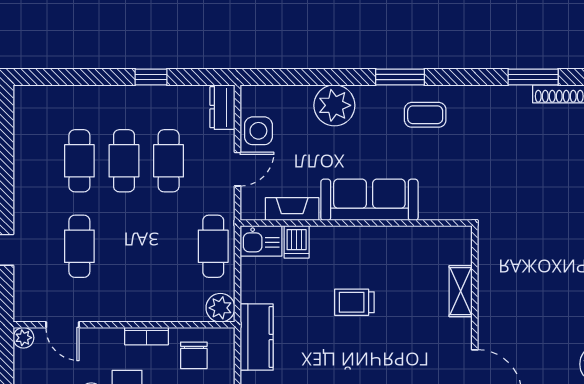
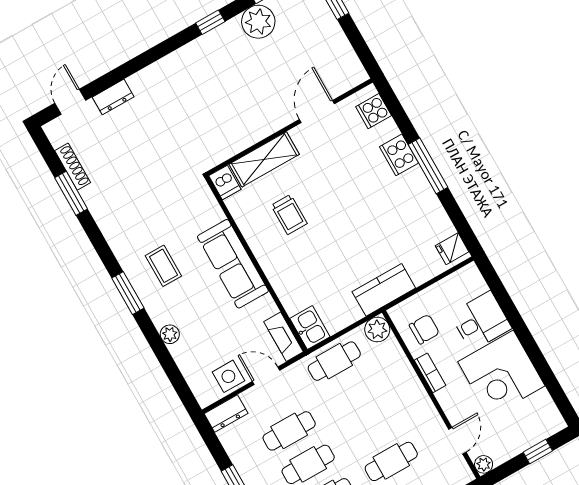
plant: (334, 105) -> (170, 334), width x0.53, depth x0.53
coffee table: (425, 115) -> (163, 266), moved
fireplace: (292, 209) -> (284, 337), moved
dishwasher: (297, 242) -> (225, 183), moved, turned 90
shelving: (461, 291) -> (264, 159), width x1.50, depth x1.33
trolley: (354, 302) -> (289, 214), moved

